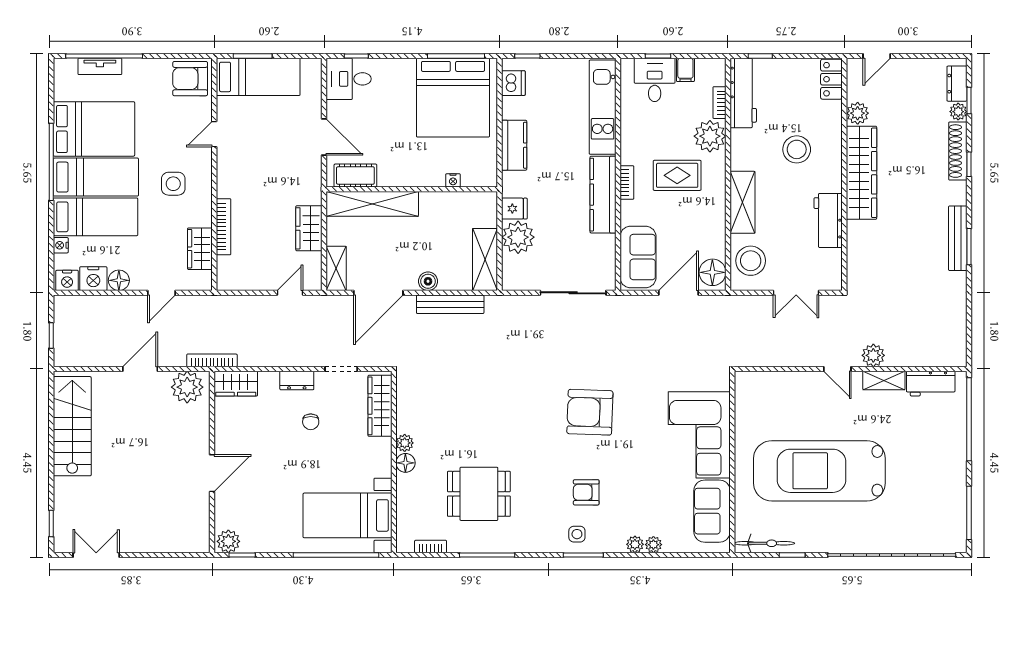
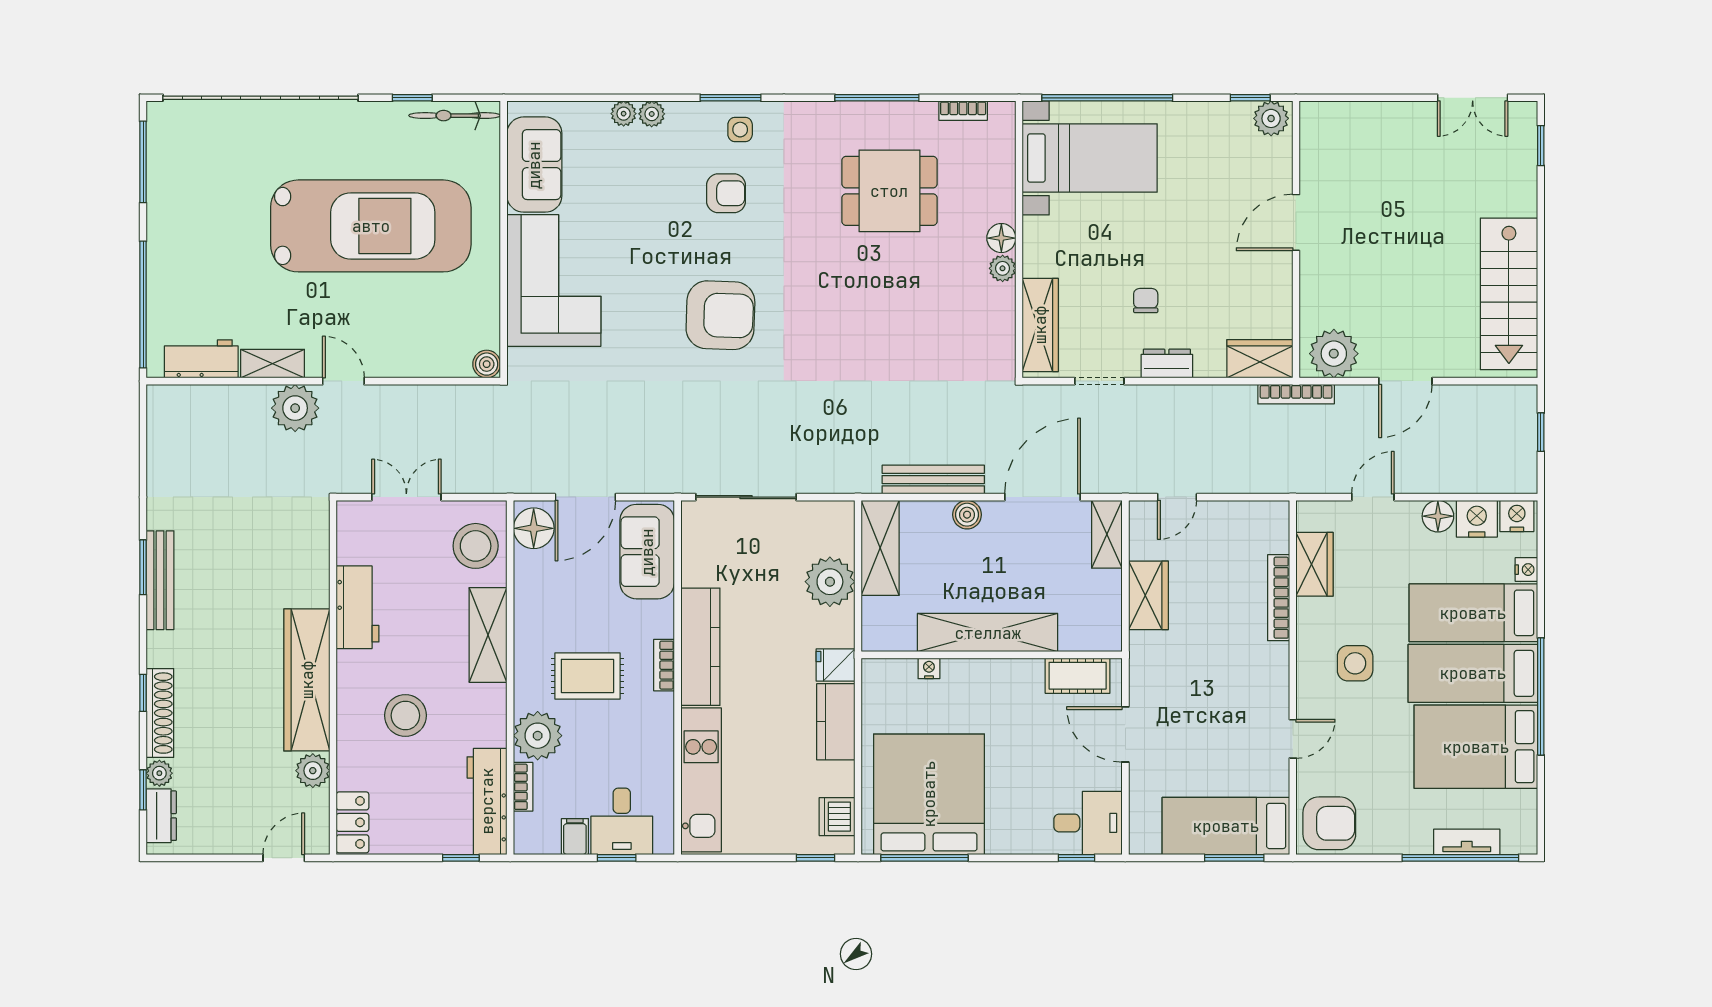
shelving: (372, 204) -> (988, 633), moved
fridge: (514, 209) -> (835, 665), moved
plant: (873, 355) -> (295, 408), width x1.36, depth x1.36
boiler: (743, 380) -> (487, 364), added

